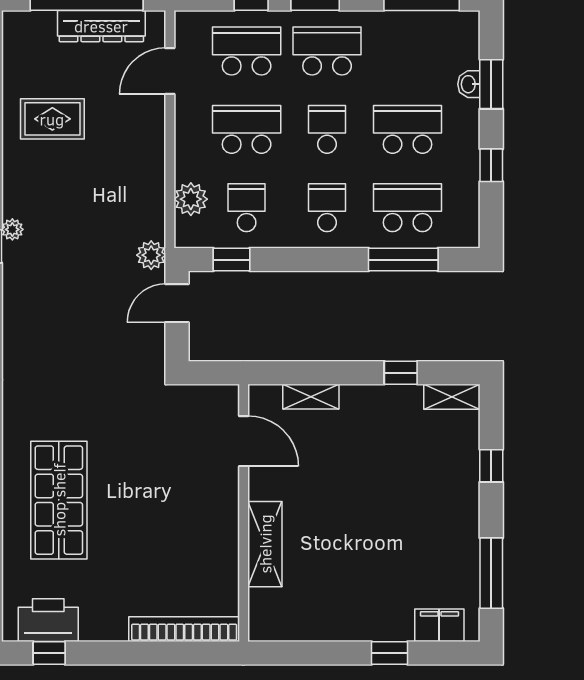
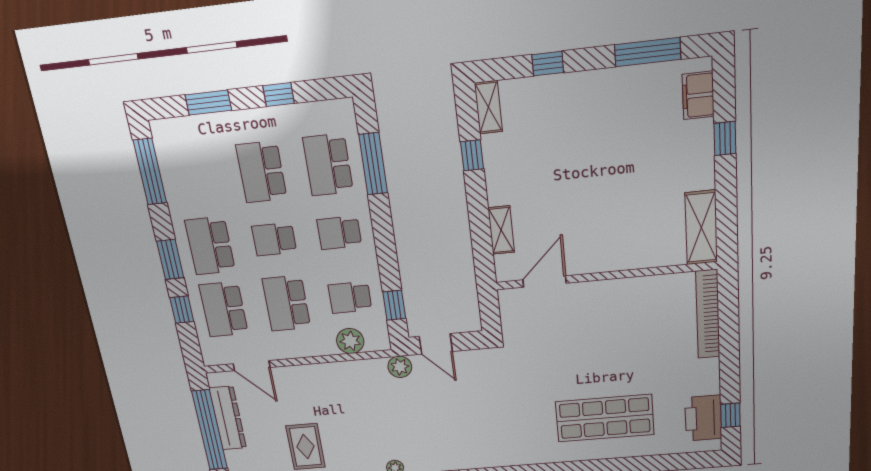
washbasin: (469, 84) -> (212, 123), removed
shelving: (265, 544) -> (701, 228), moved, turned 90

